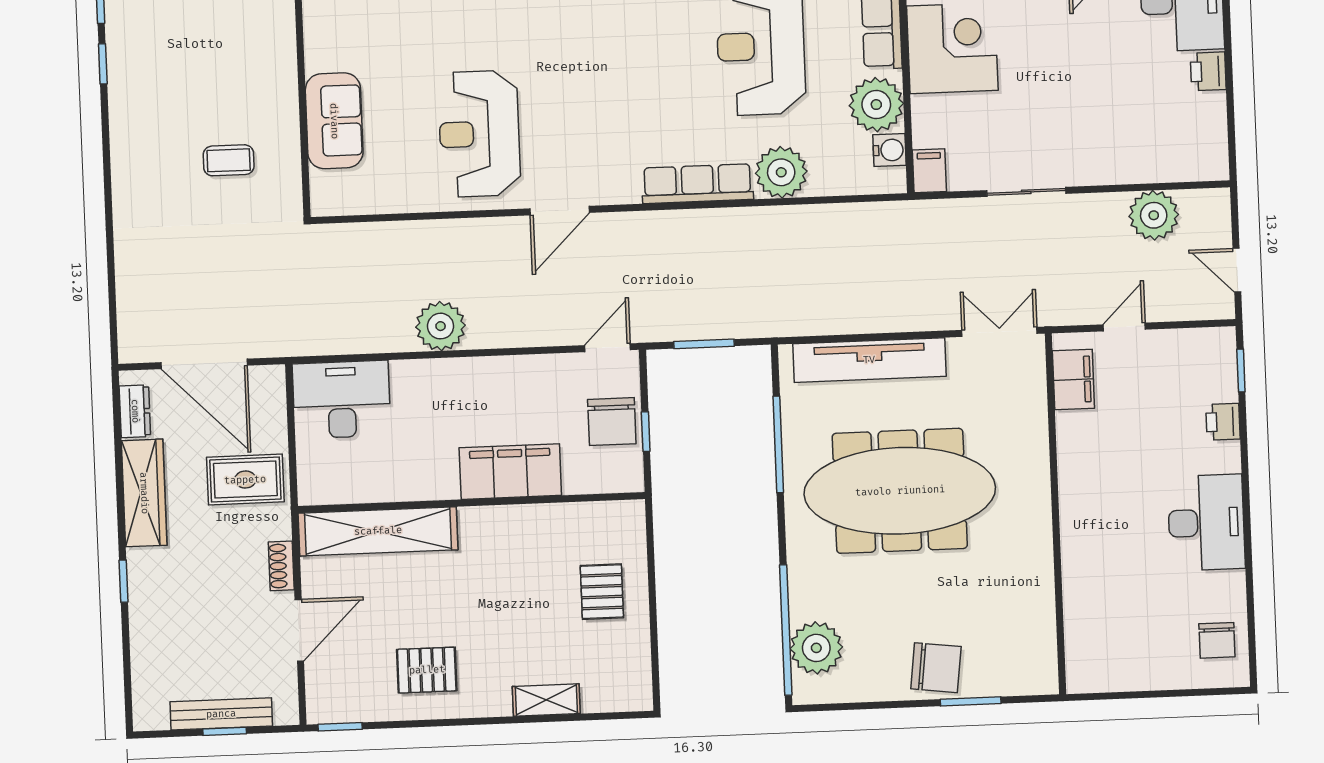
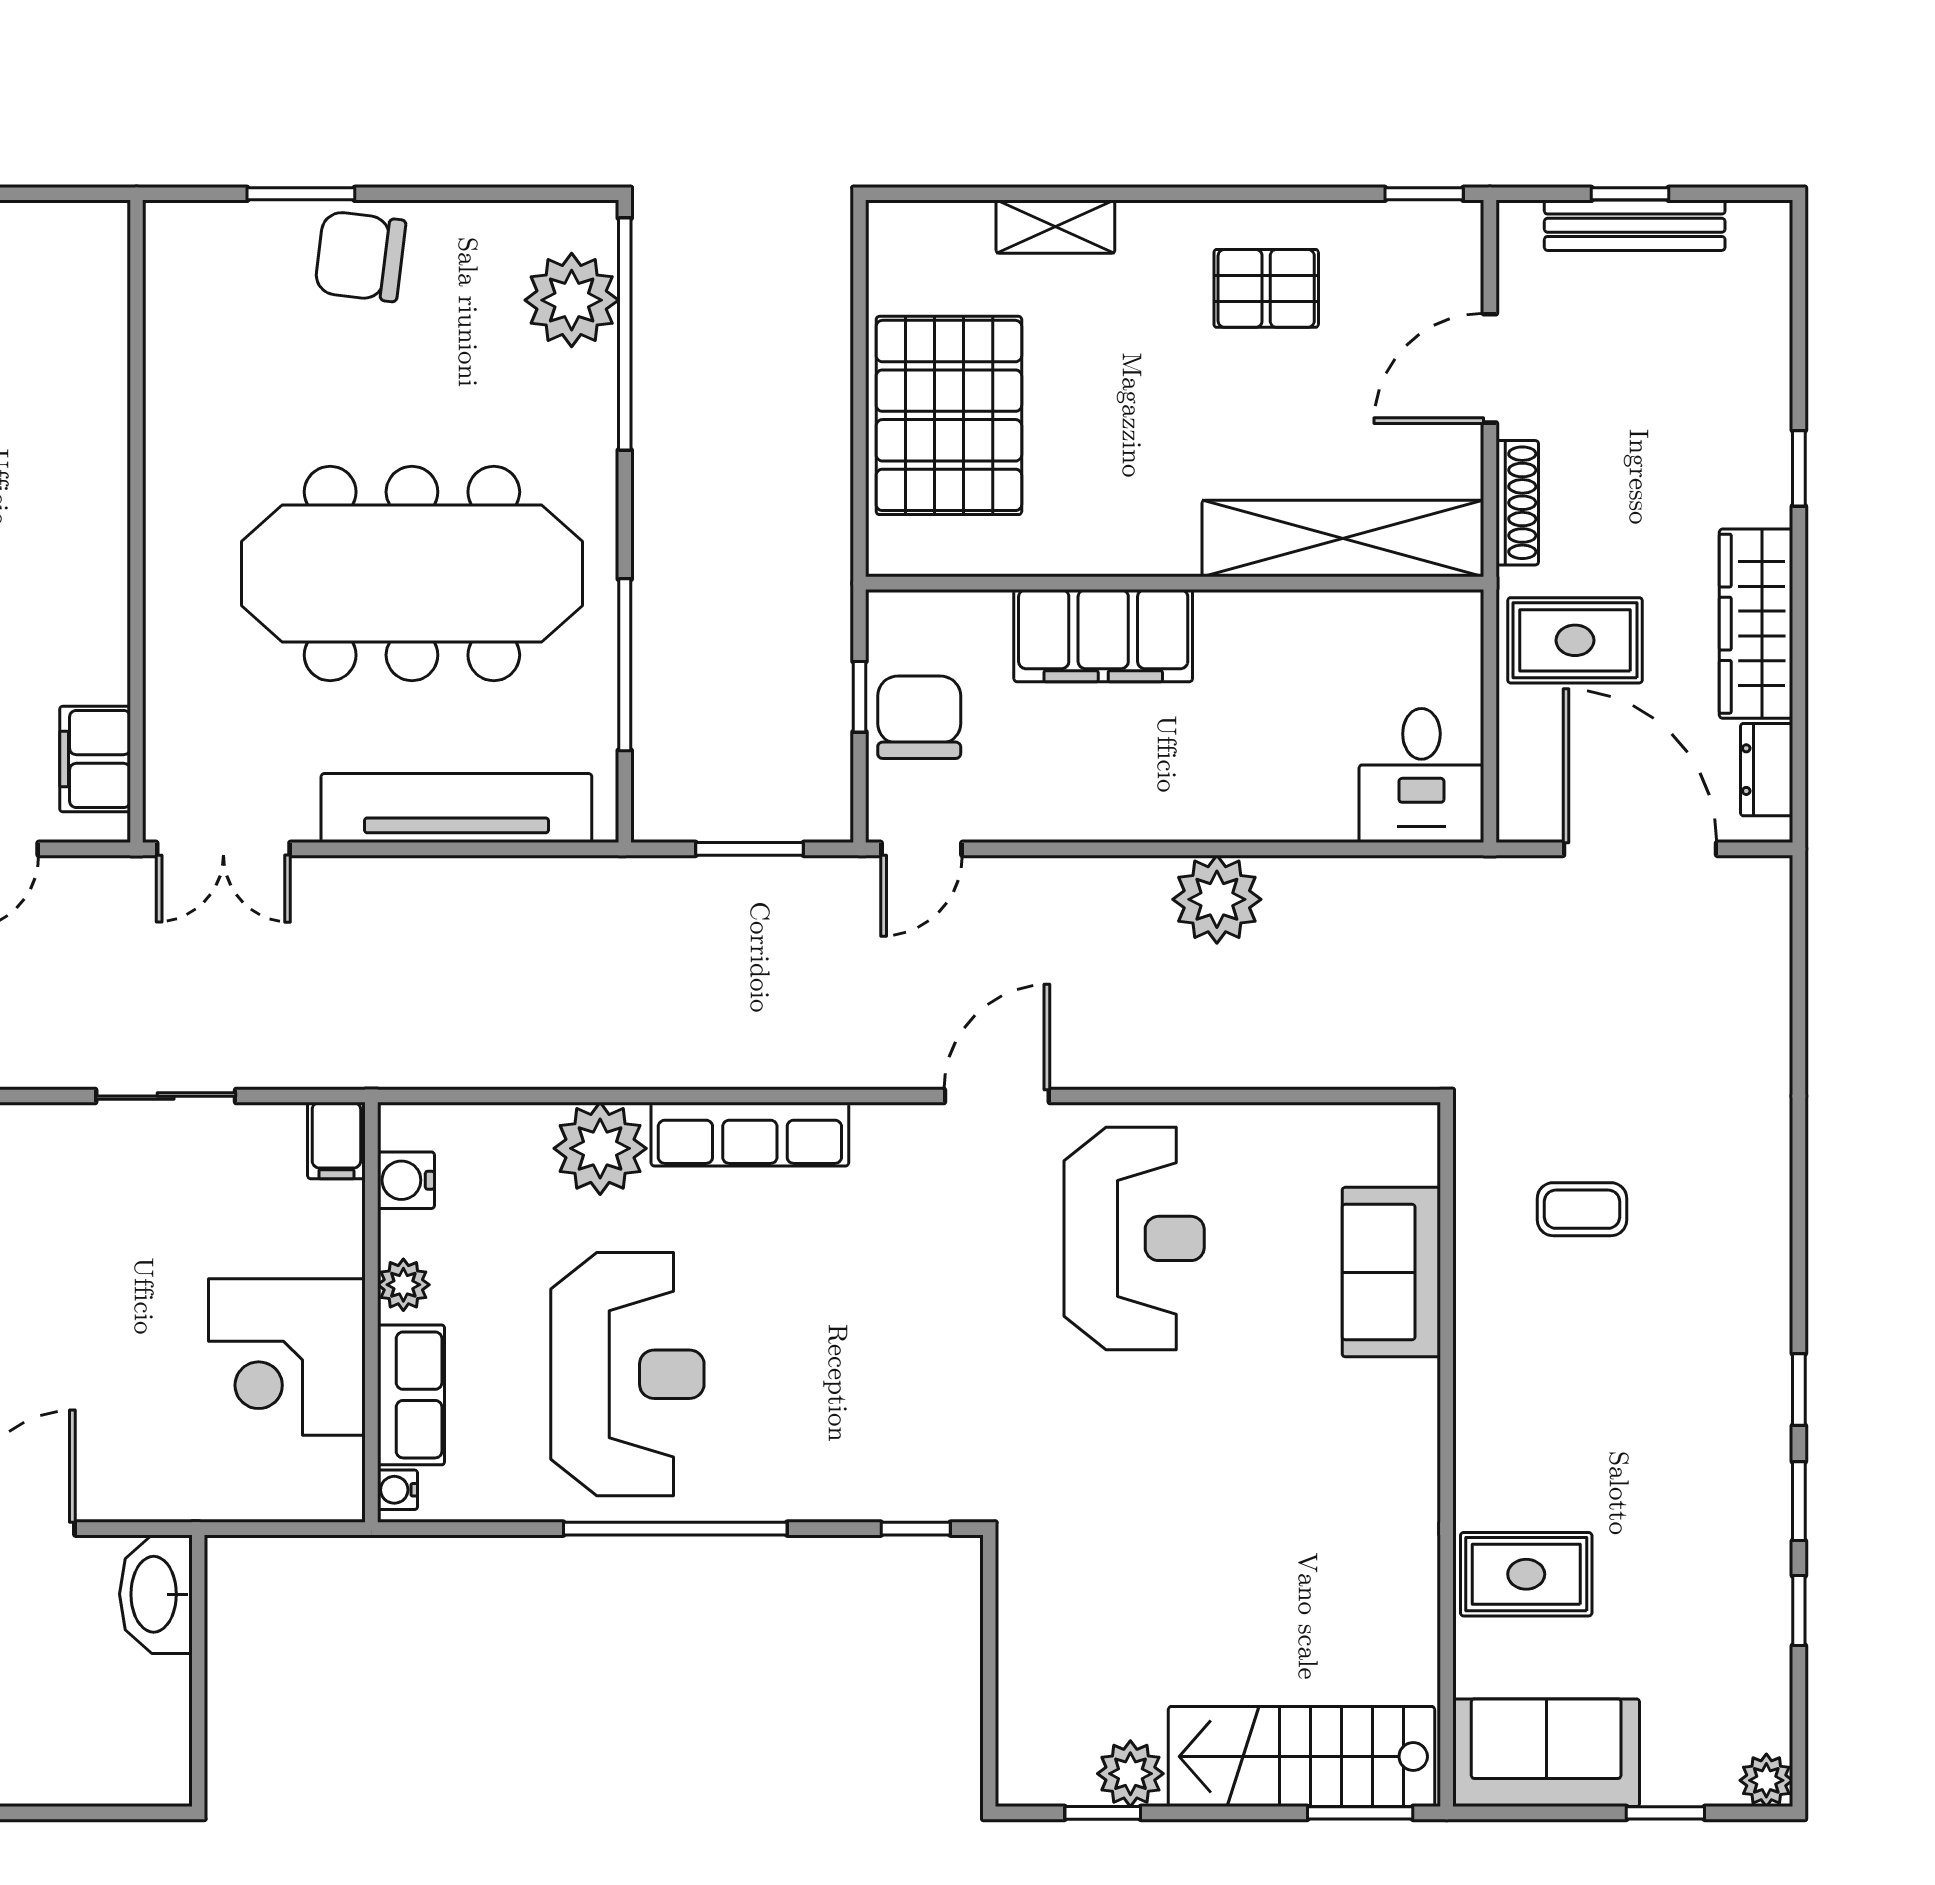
plant: (876, 105) -> (403, 1285), width x0.53, depth x0.53
desk: (342, 400) -> (1421, 776), width x0.73
shoe rack: (281, 566) -> (1517, 503), width x1.43
pallet: (602, 592) -> (949, 415), width x2.05, depth x2.00

